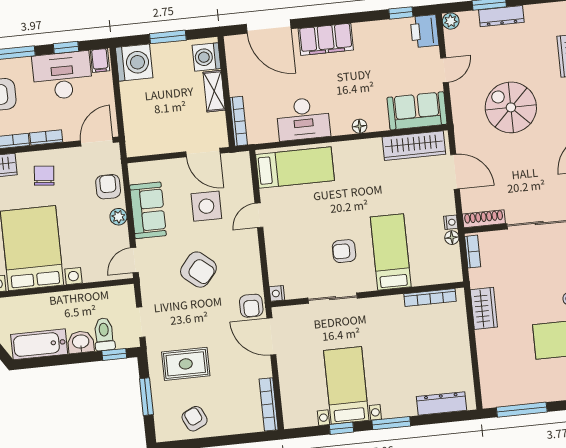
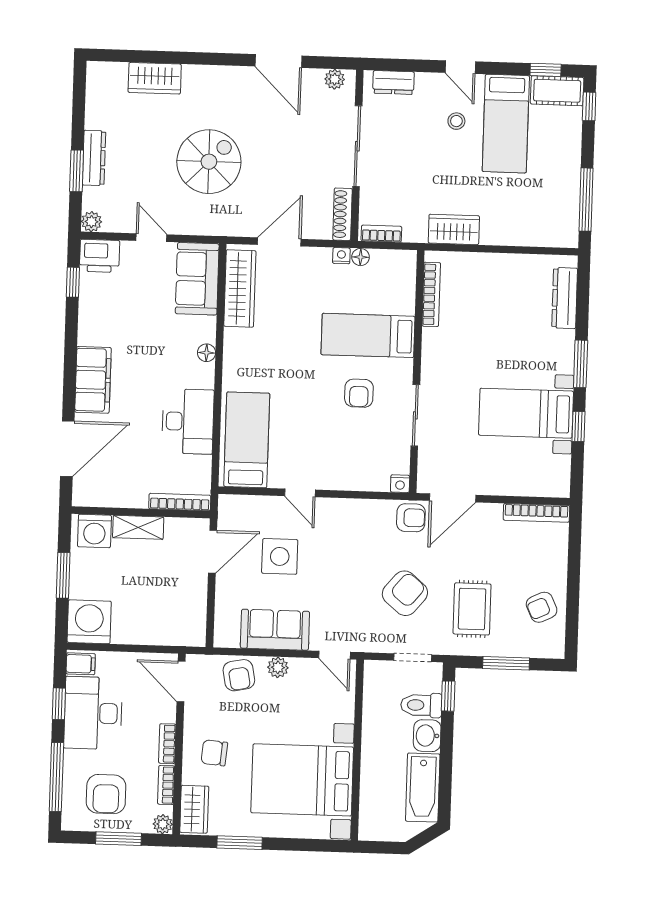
spiral stairs: (511, 107) -> (209, 162), turned 180
armchair: (108, 187) -> (239, 675), turned -101
armchair: (198, 270) -> (405, 593), moved

